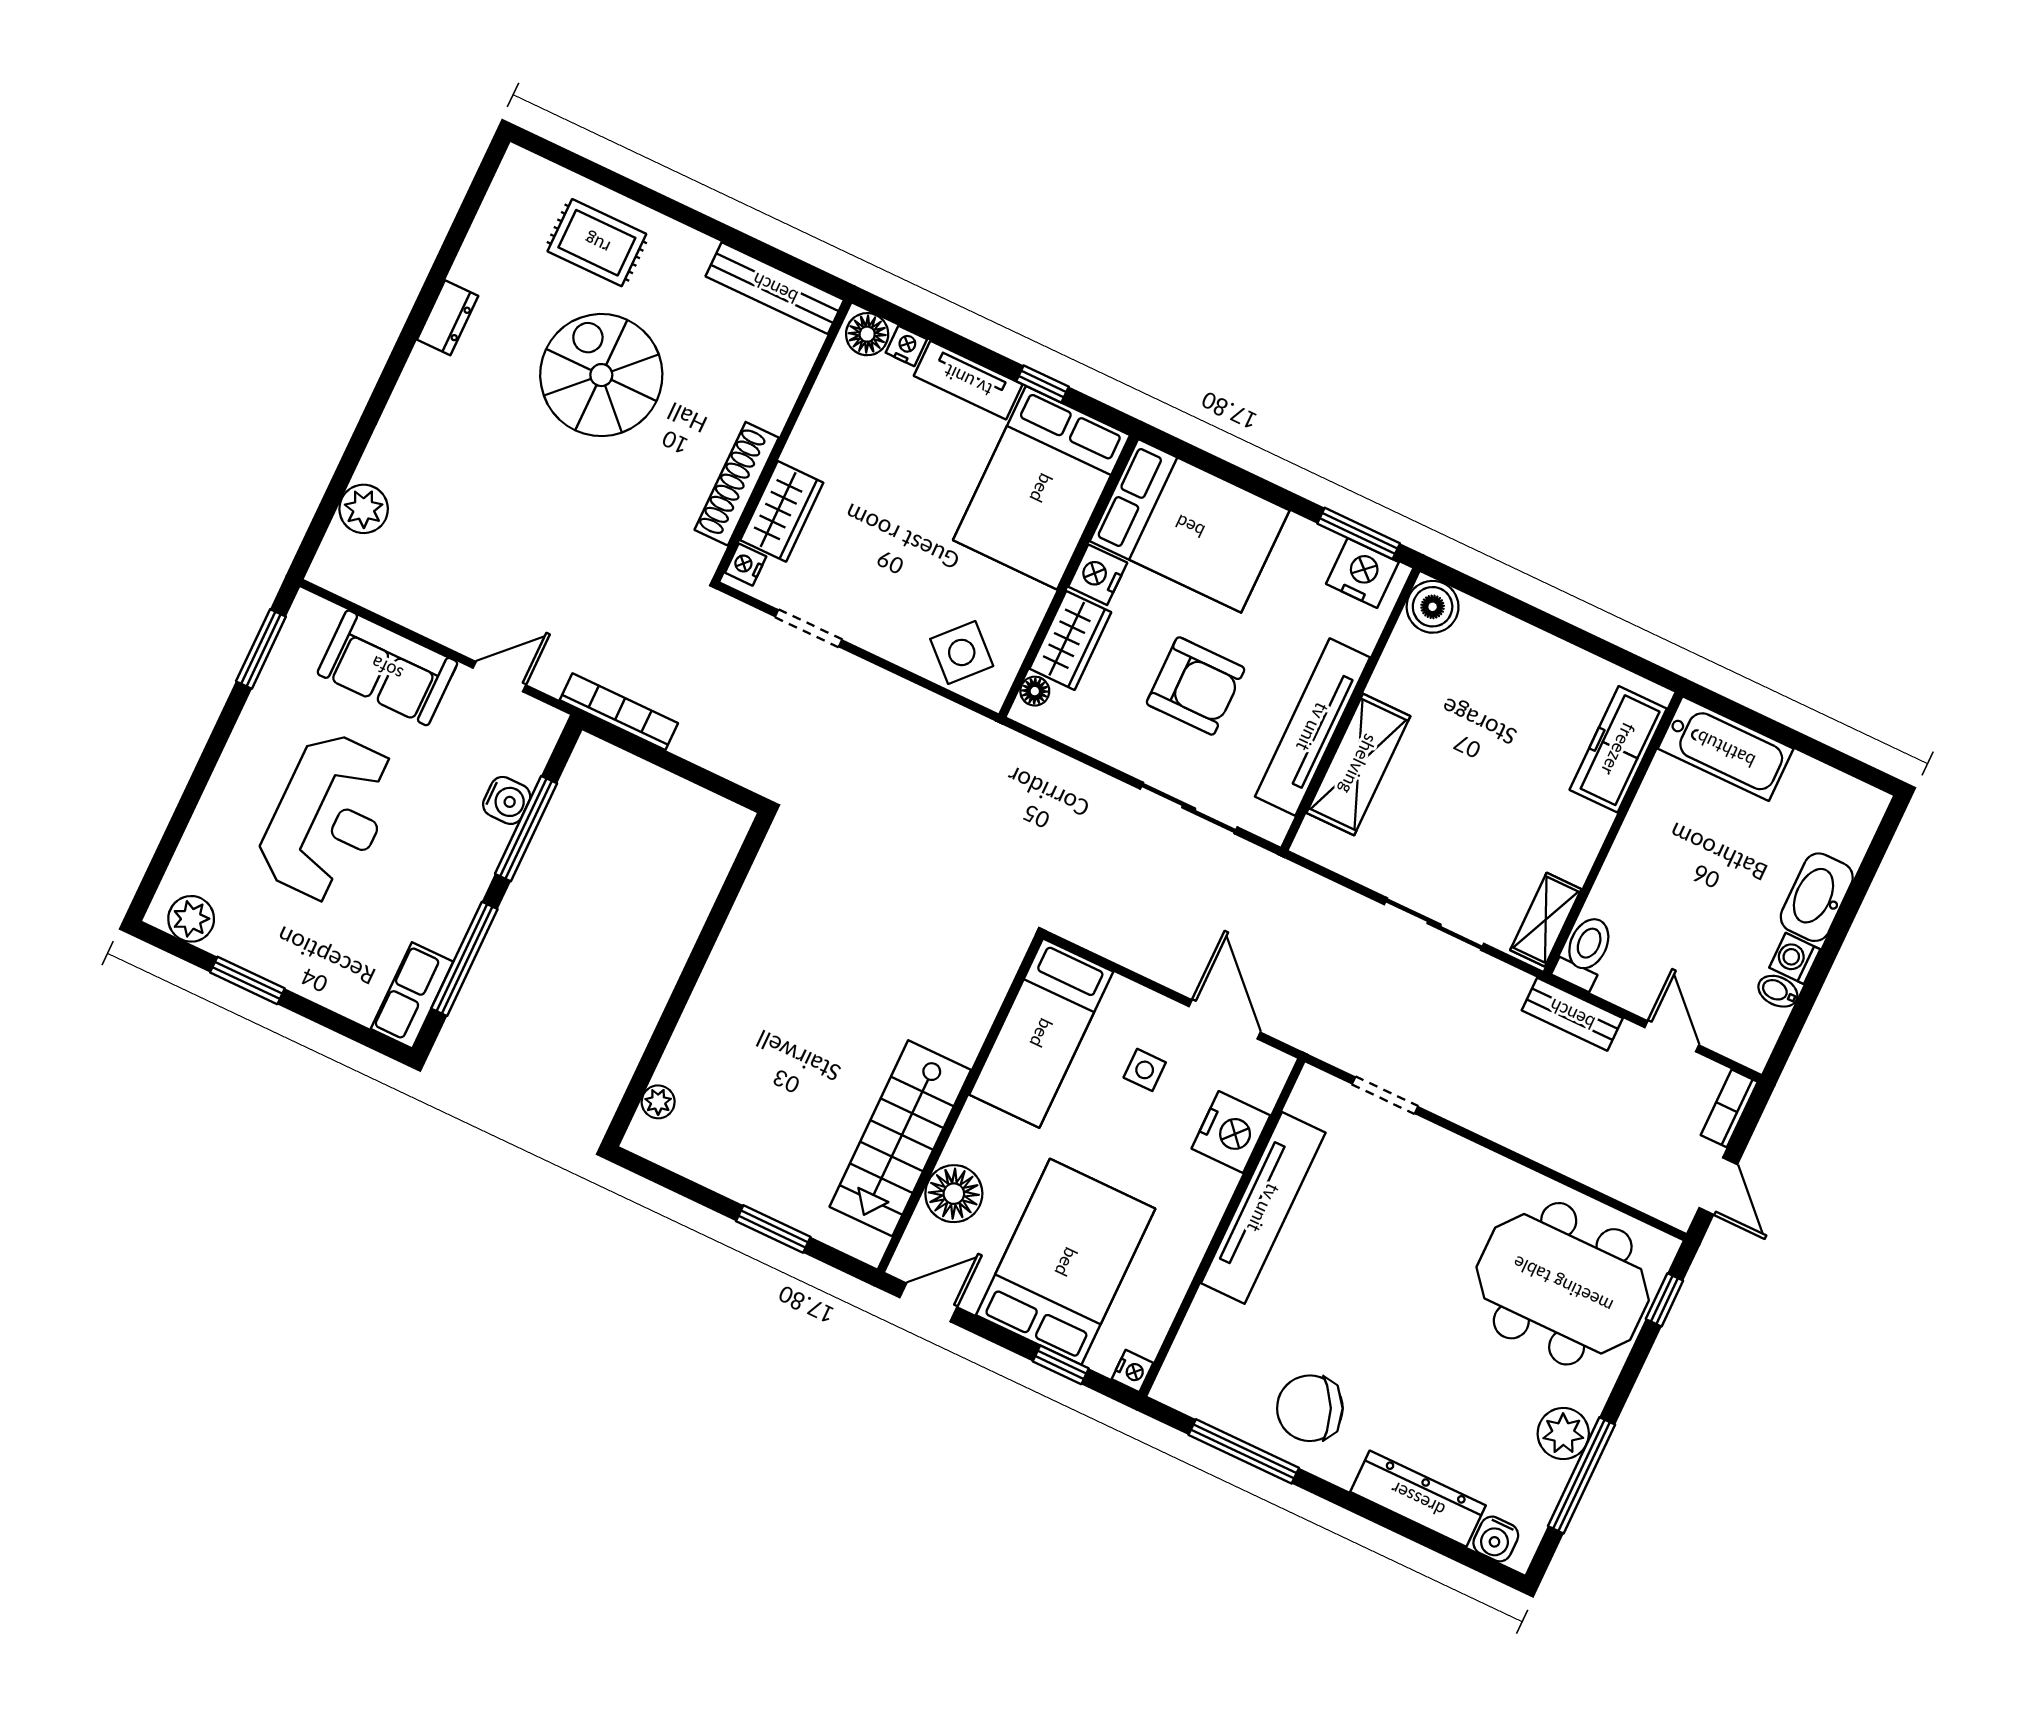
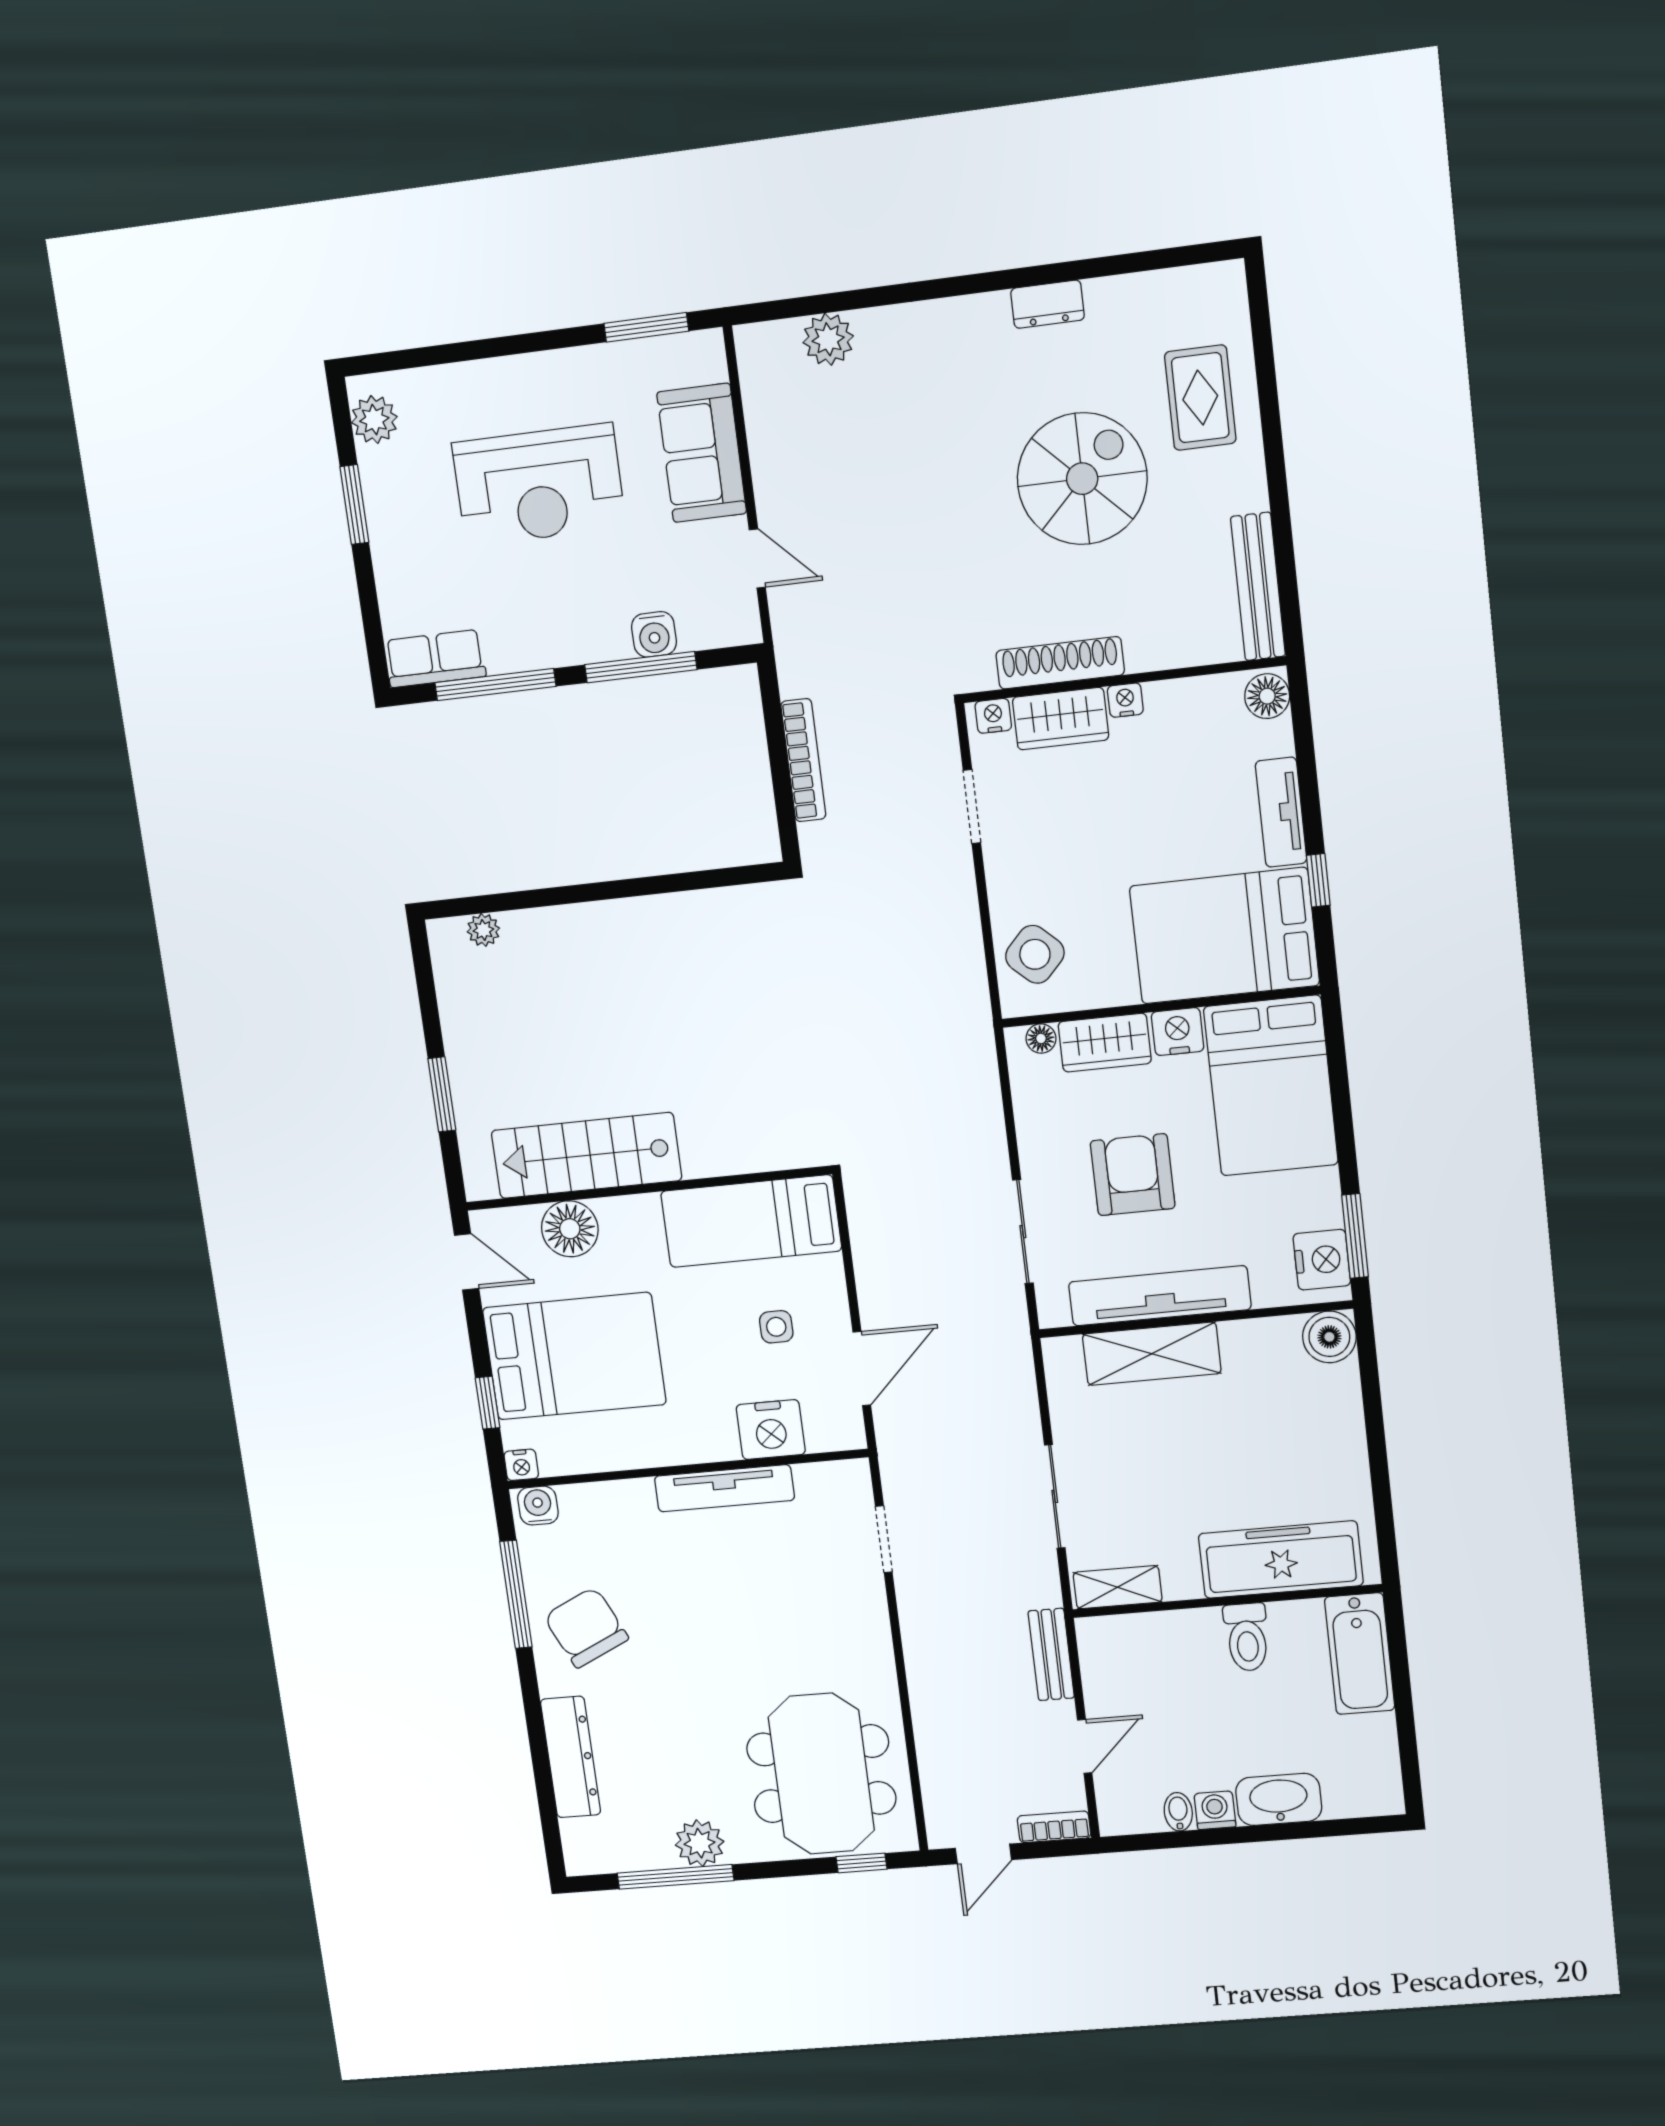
nightstand: (906, 346) -> (1125, 700), moved, turned -90
armchair: (1196, 686) -> (1133, 1175), turned 180
bookcase: (619, 712) -> (803, 760), moved
freezer: (1618, 749) -> (1281, 1560), width x1.36, depth x1.26
toilet: (1585, 952) -> (1247, 1637), moved, turned 90
tv unit: (1263, 1208) -> (724, 1488), width x0.73, depth x0.78
water cooler: (1496, 1539) -> (538, 1506), moved, turned 90

